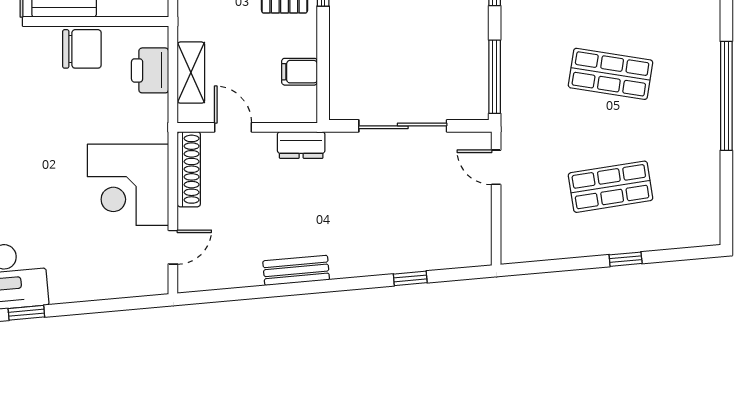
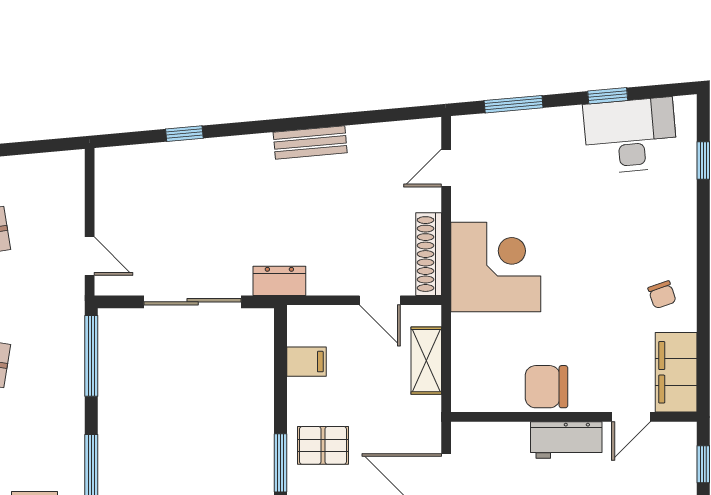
printer: (150, 70) -> (471, 363), removed
dresser: (301, 145) -> (279, 281), moved
corner desk: (128, 185) -> (496, 267), moved
window: (112, 305) -> (514, 104), added

